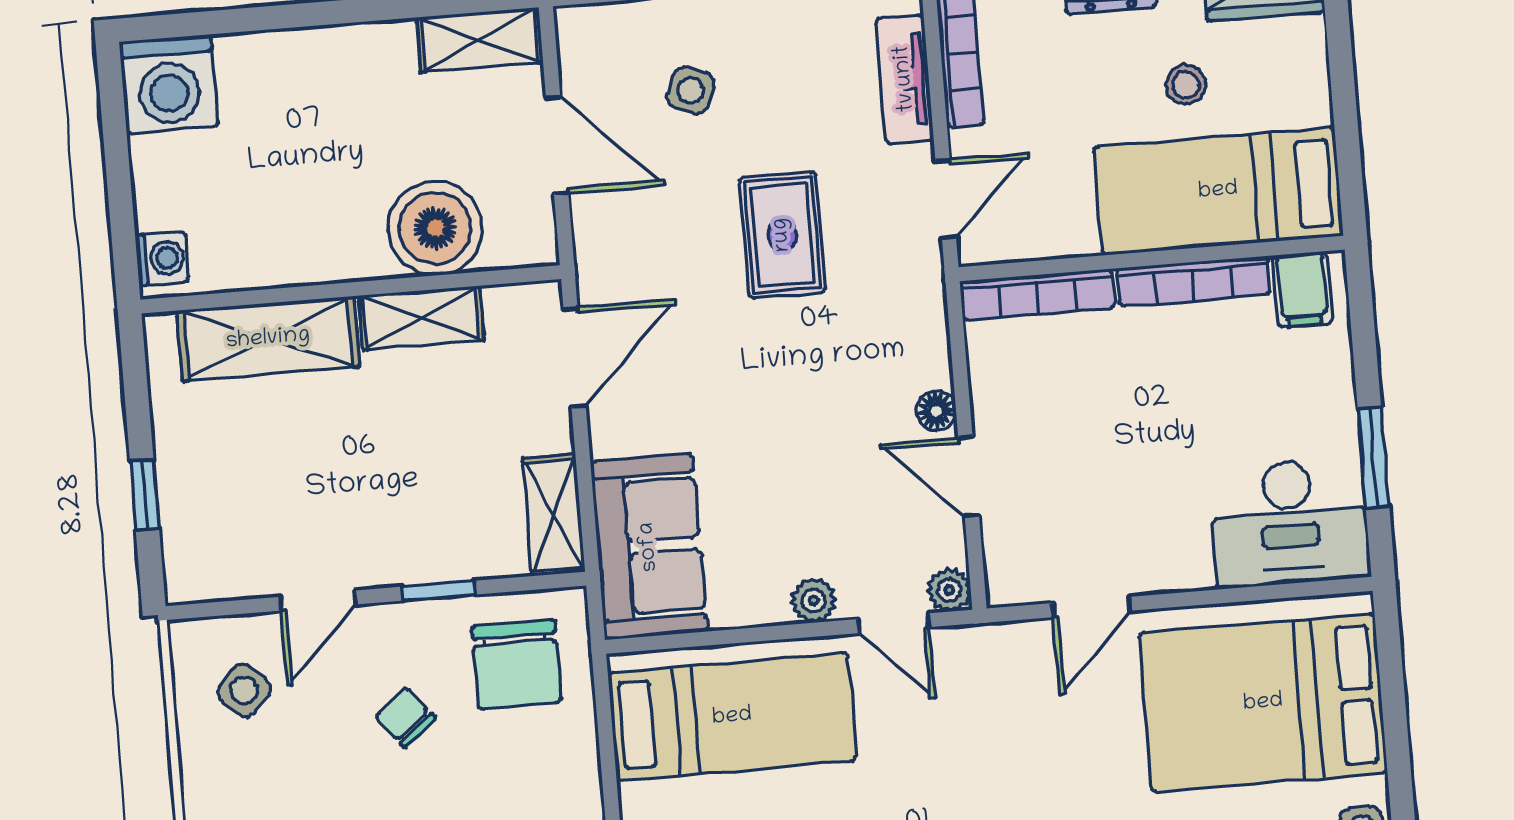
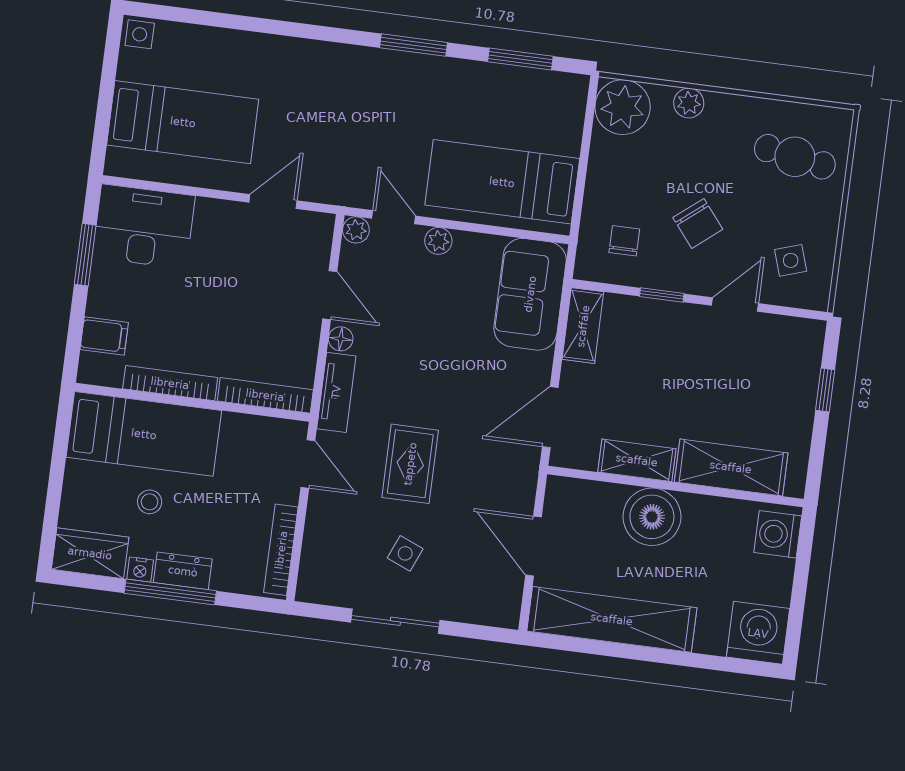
shelving: (480, 40) -> (612, 619), width x2.20, depth x1.33
tv unit: (905, 79) -> (336, 392), moved
side table: (690, 90) -> (405, 553), moved
door: (946, 199) -> (308, 464), swing flipped
boiler: (435, 228) -> (652, 517), moved
washing machine: (162, 258) -> (778, 534), width x1.38, depth x1.38
filing cabinet: (1302, 289) -> (104, 336), moved, turned 90
chair: (517, 665) -> (624, 241), width x0.54, depth x0.54
side table: (244, 690) -> (791, 260), turned 30
bed: (1263, 703) -> (183, 122), width x0.67
chair: (405, 717) -> (698, 223), width x1.37, depth x1.37

